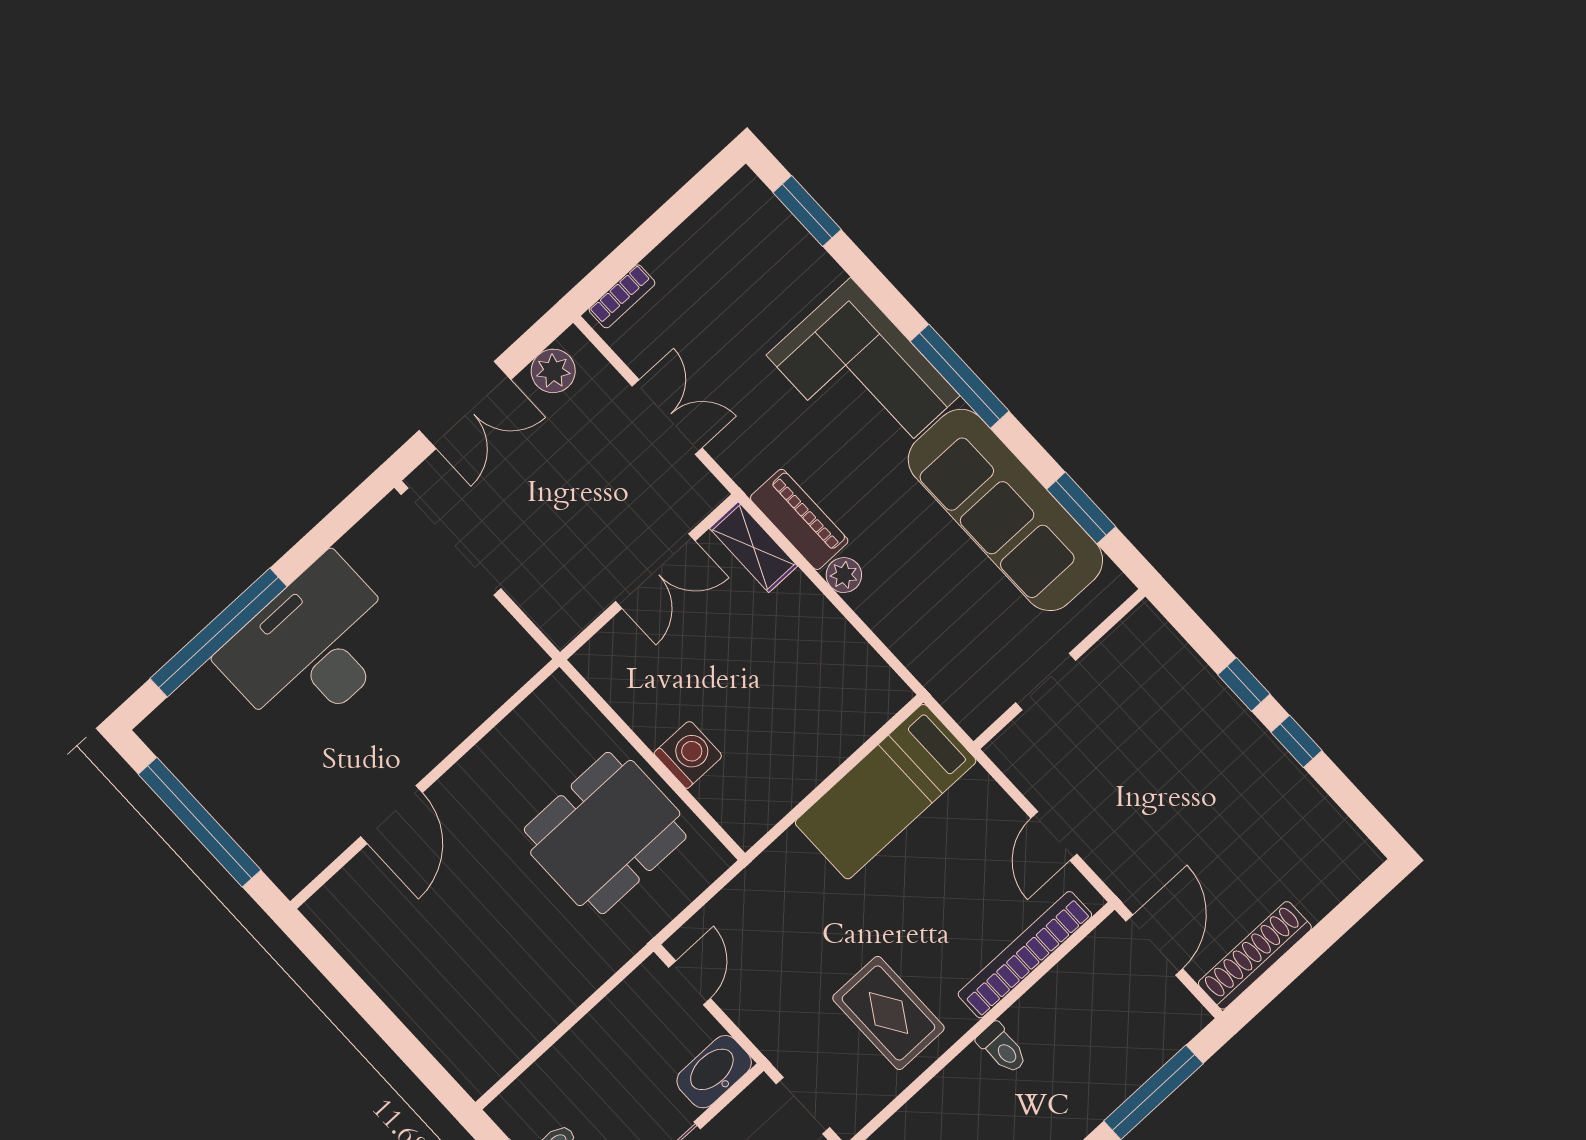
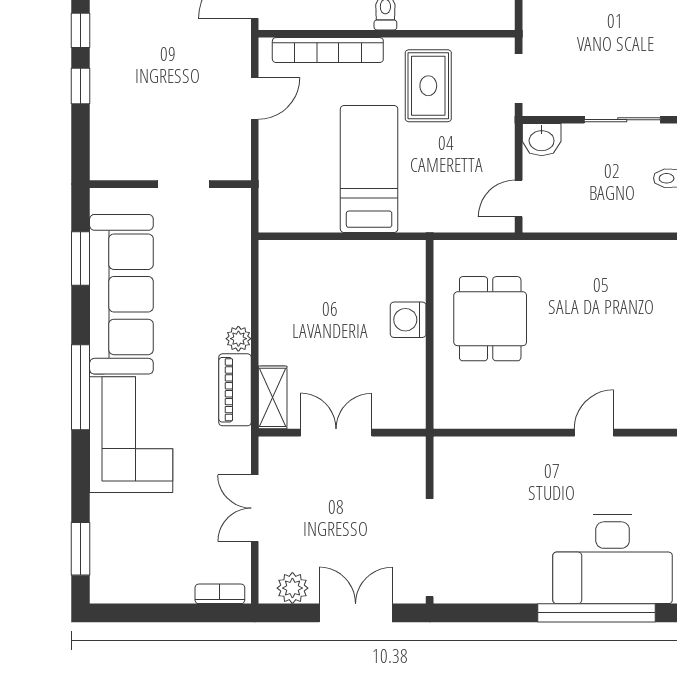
desk: (312, 648) -> (613, 559), moved
bed: (886, 792) -> (369, 169), moved, turned -90
door: (391, 815) -> (594, 433), width x0.73
dining table: (605, 833) -> (490, 319), width x0.73
washbasin: (714, 1072) -> (542, 140), width x0.72

